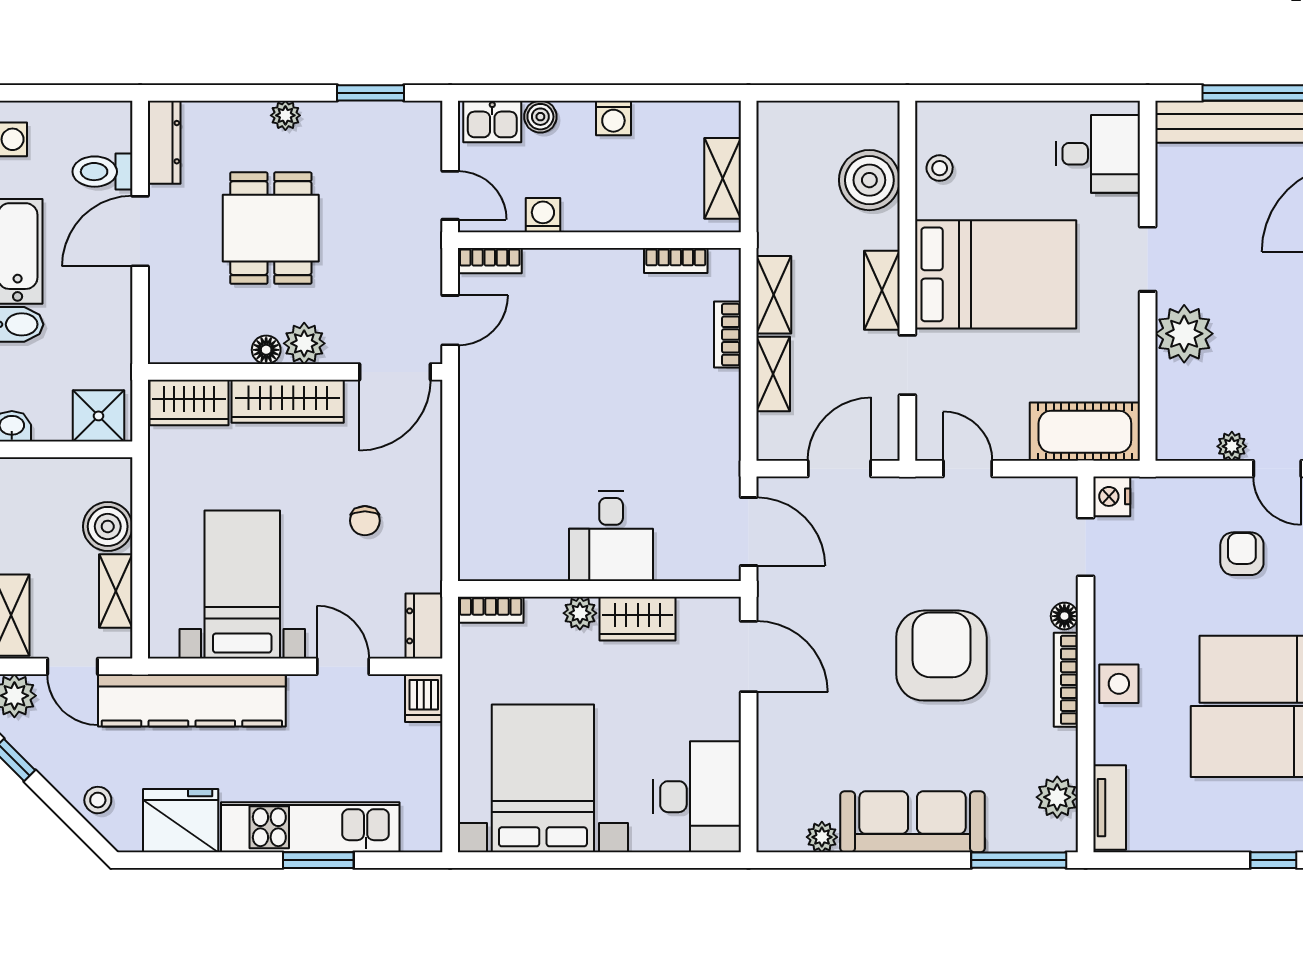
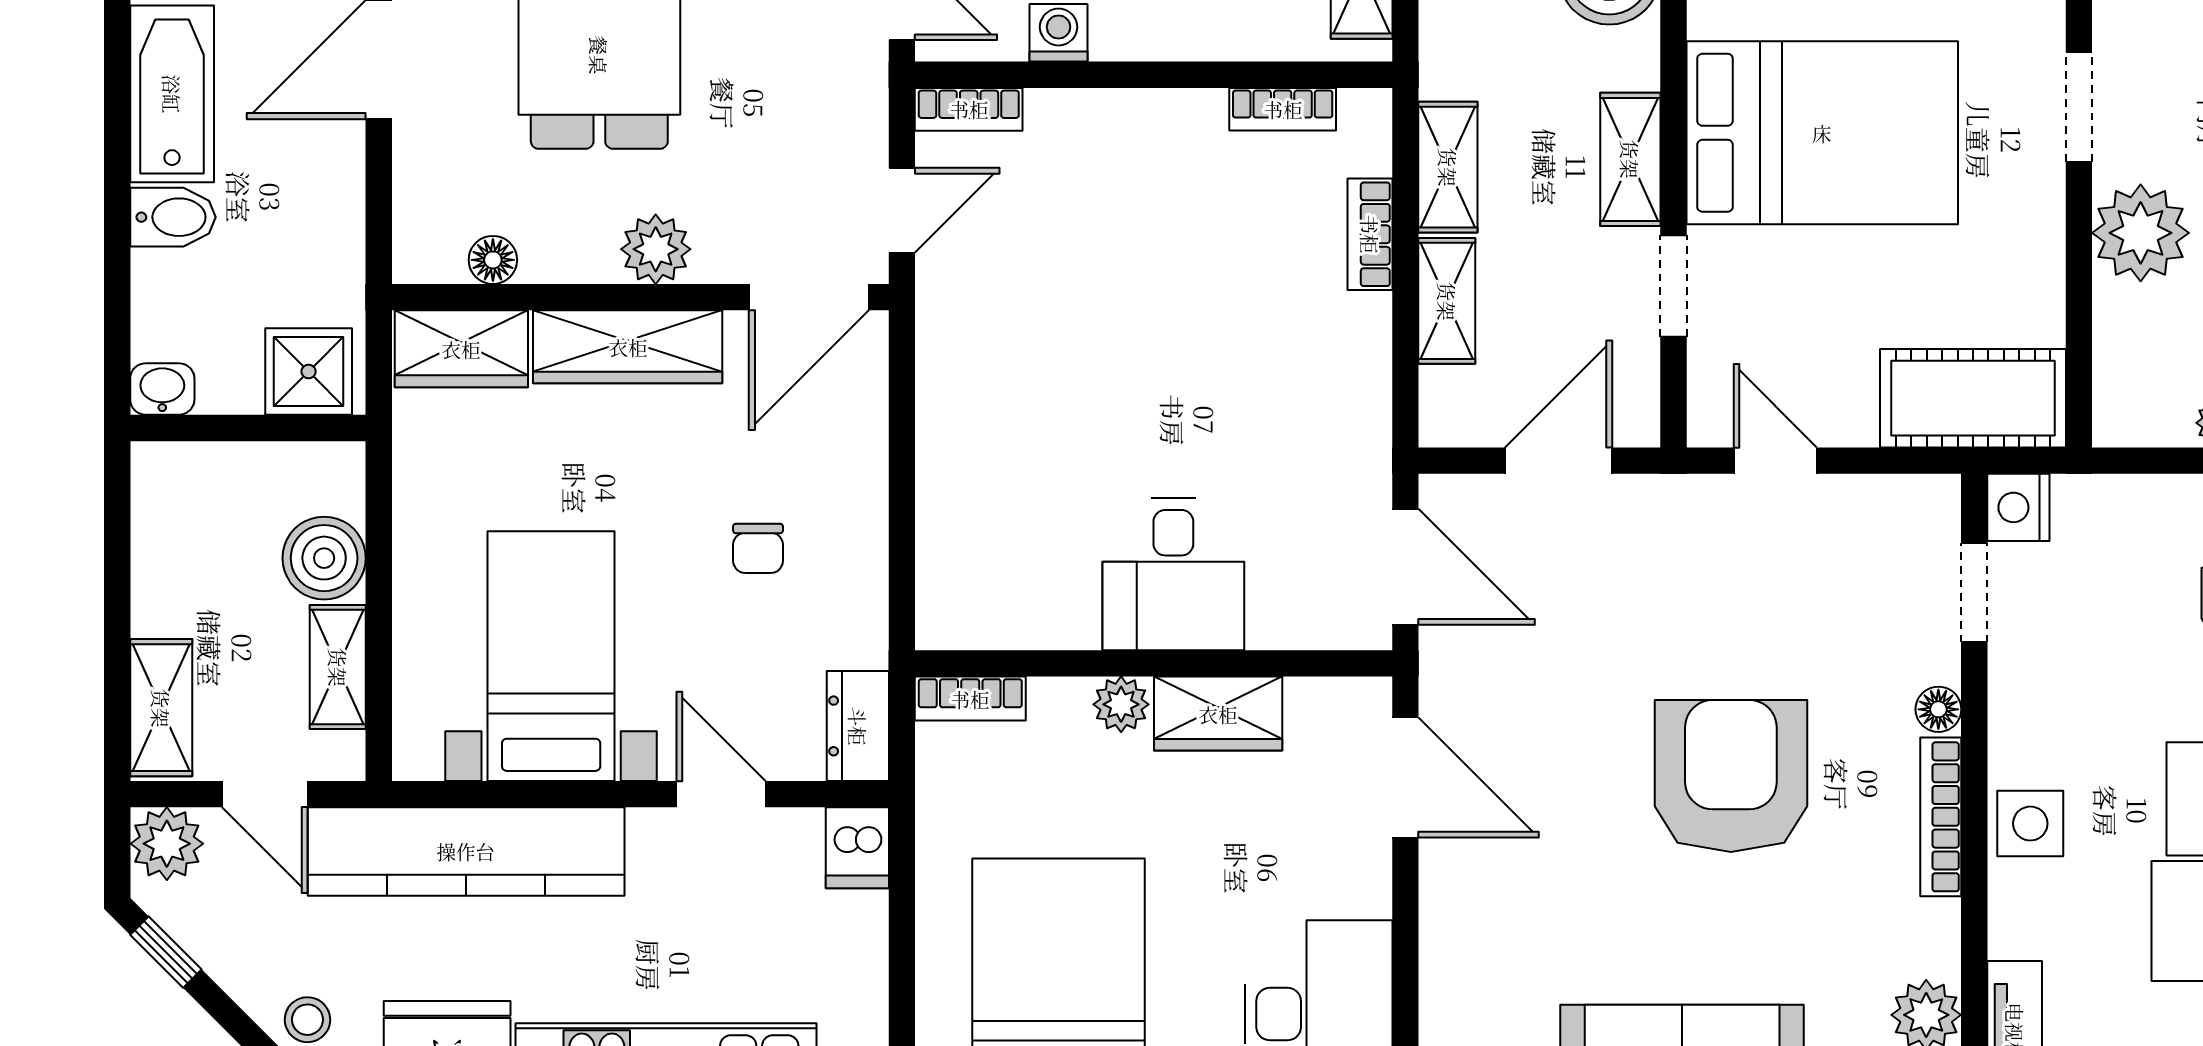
floor lamp: (266, 350) -> (493, 260), moved

